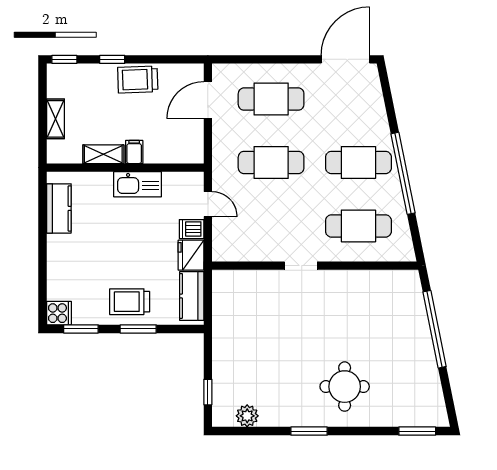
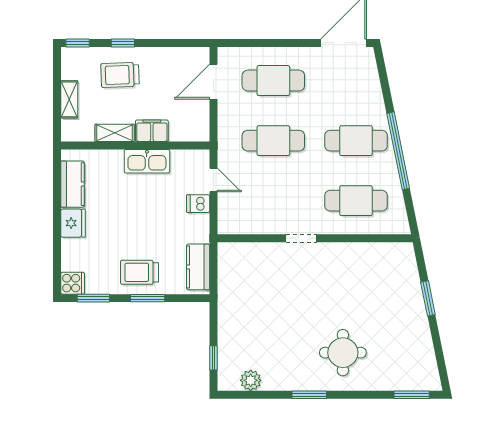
trolley: (138, 80) -> (120, 75), moved
filing cabinet: (134, 152) -> (152, 131), width x2.00
fridge: (191, 255) -> (73, 223), moved, turned 180
window: (434, 329) -> (428, 298), width x0.47

